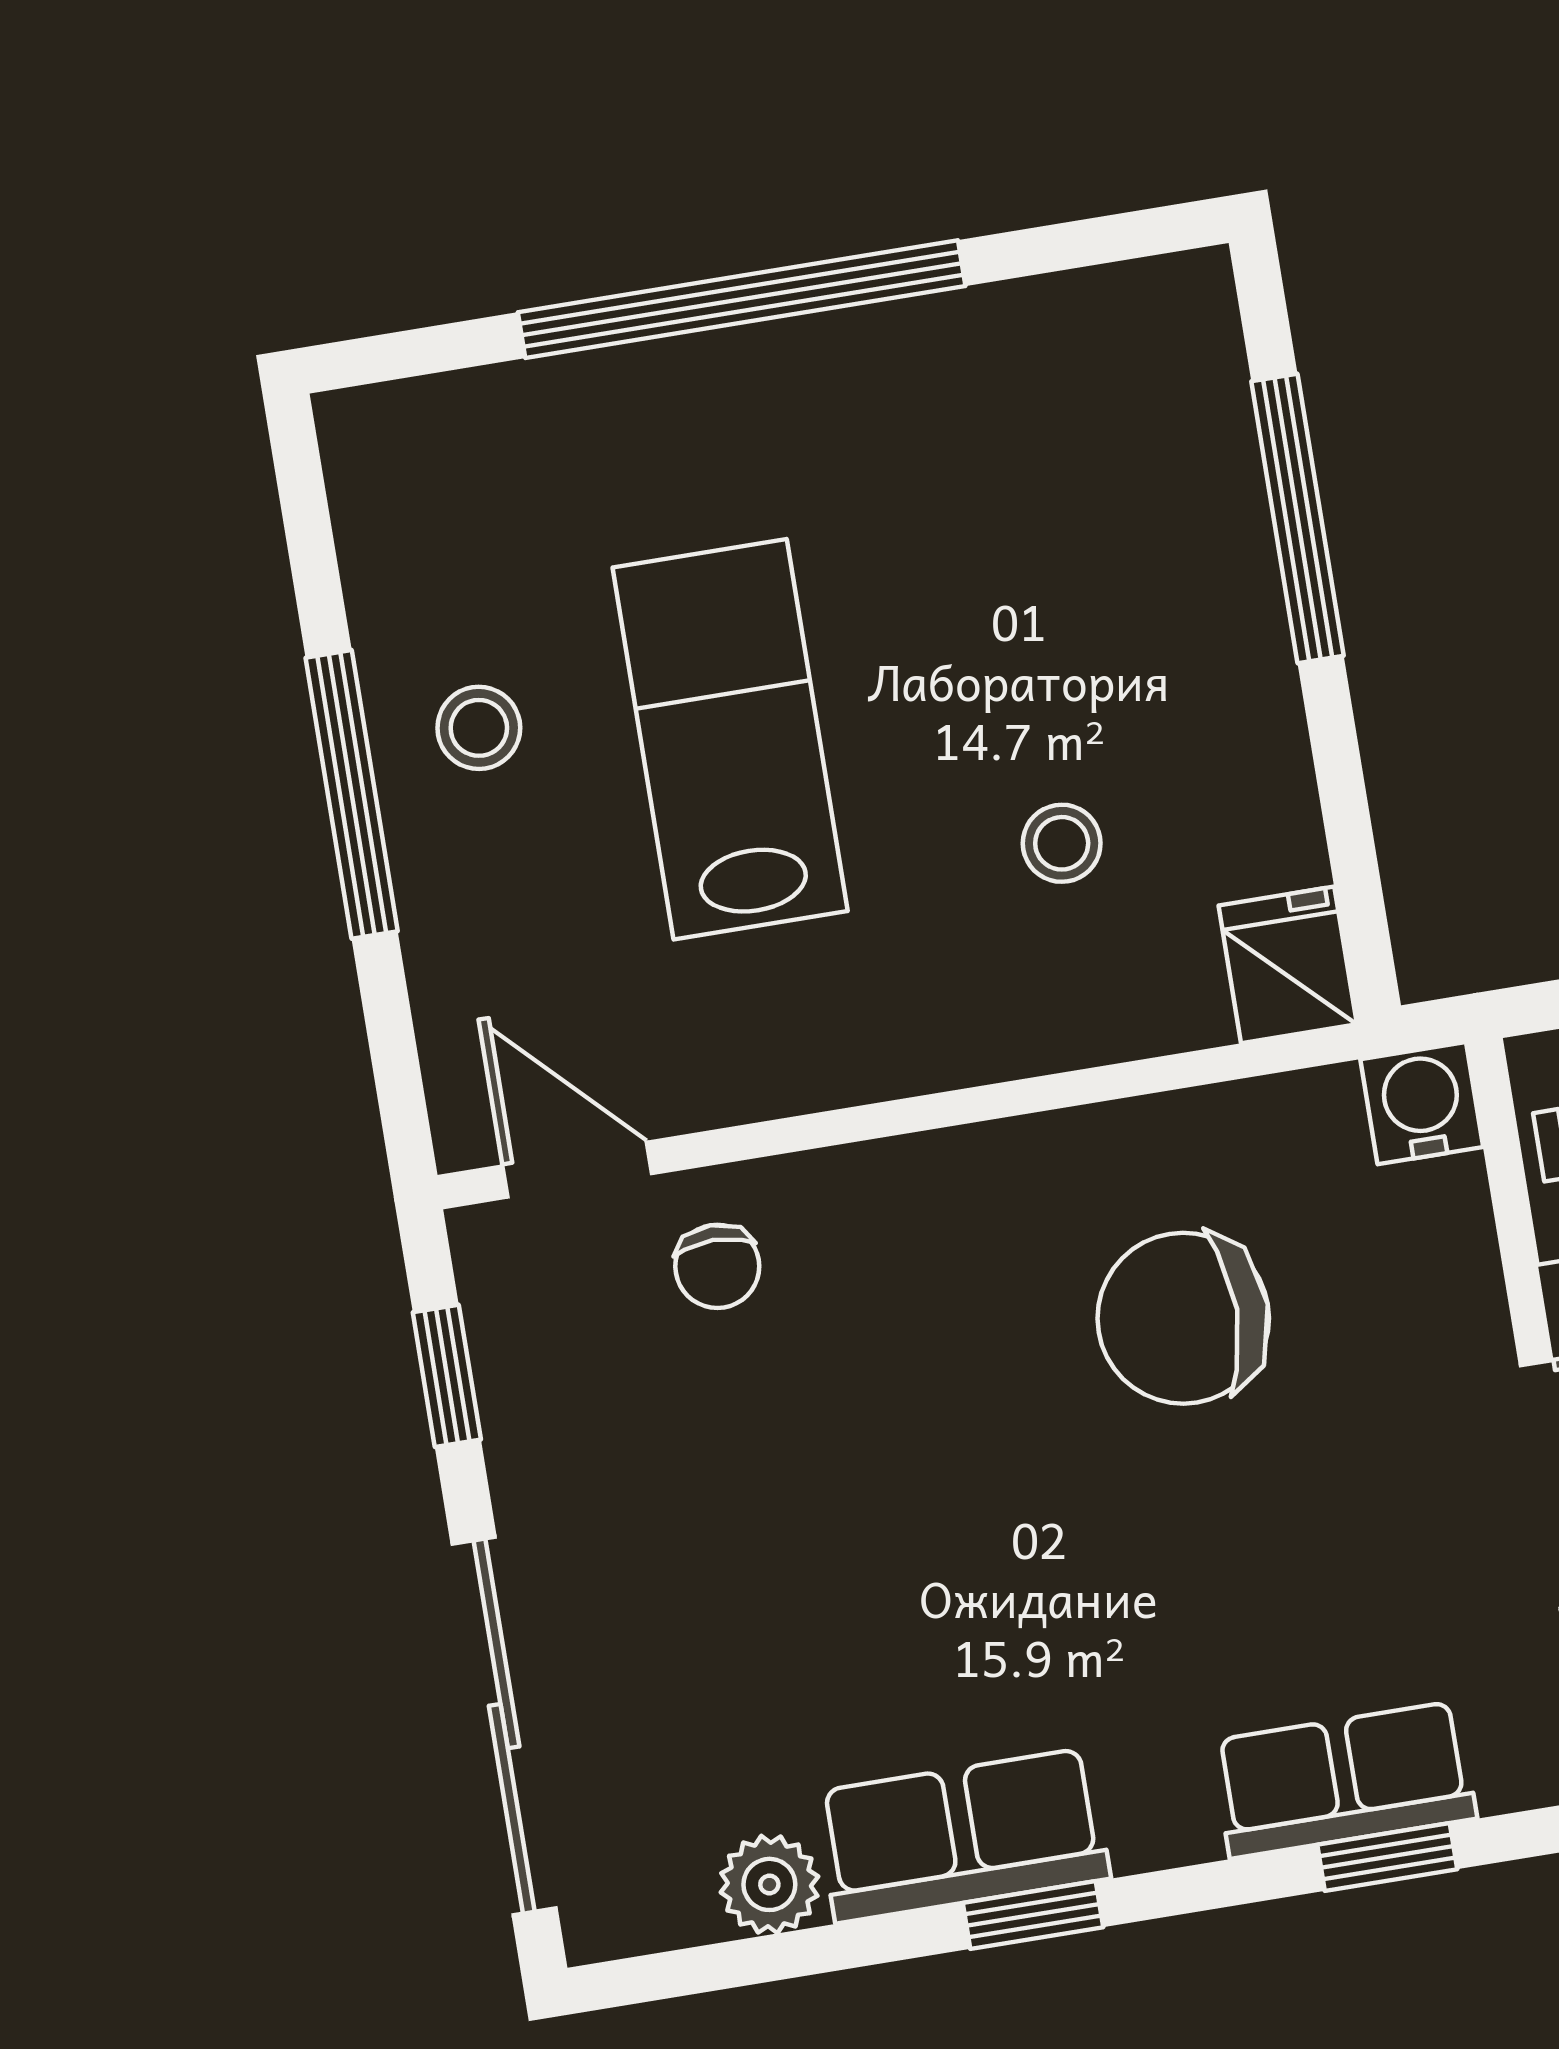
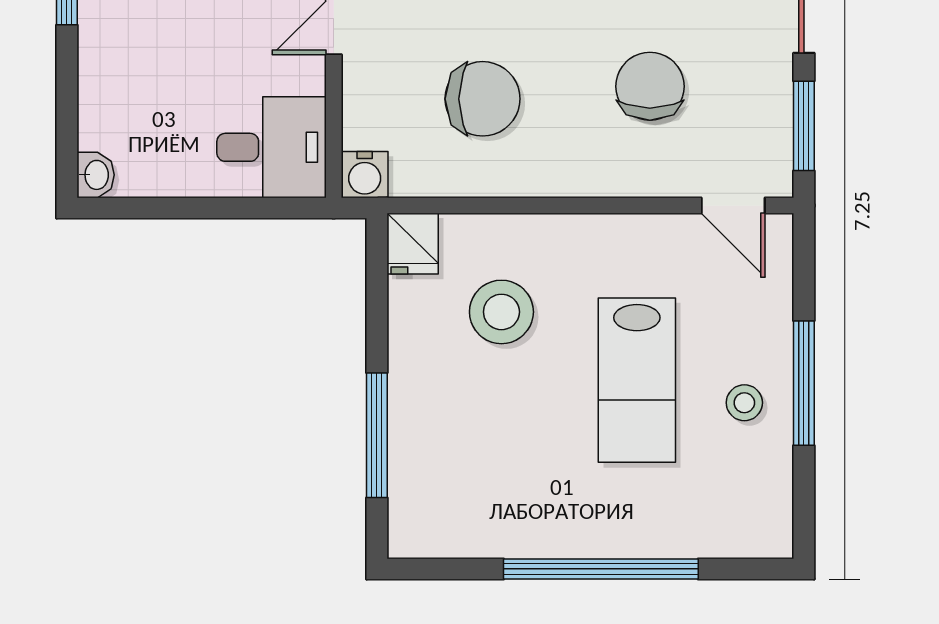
stool: (1062, 843) -> (501, 312), width x1.89, depth x1.89
chair: (717, 1266) -> (650, 86), moved, width x1.87, depth x1.87
window: (447, 1376) -> (804, 126), width x1.50

